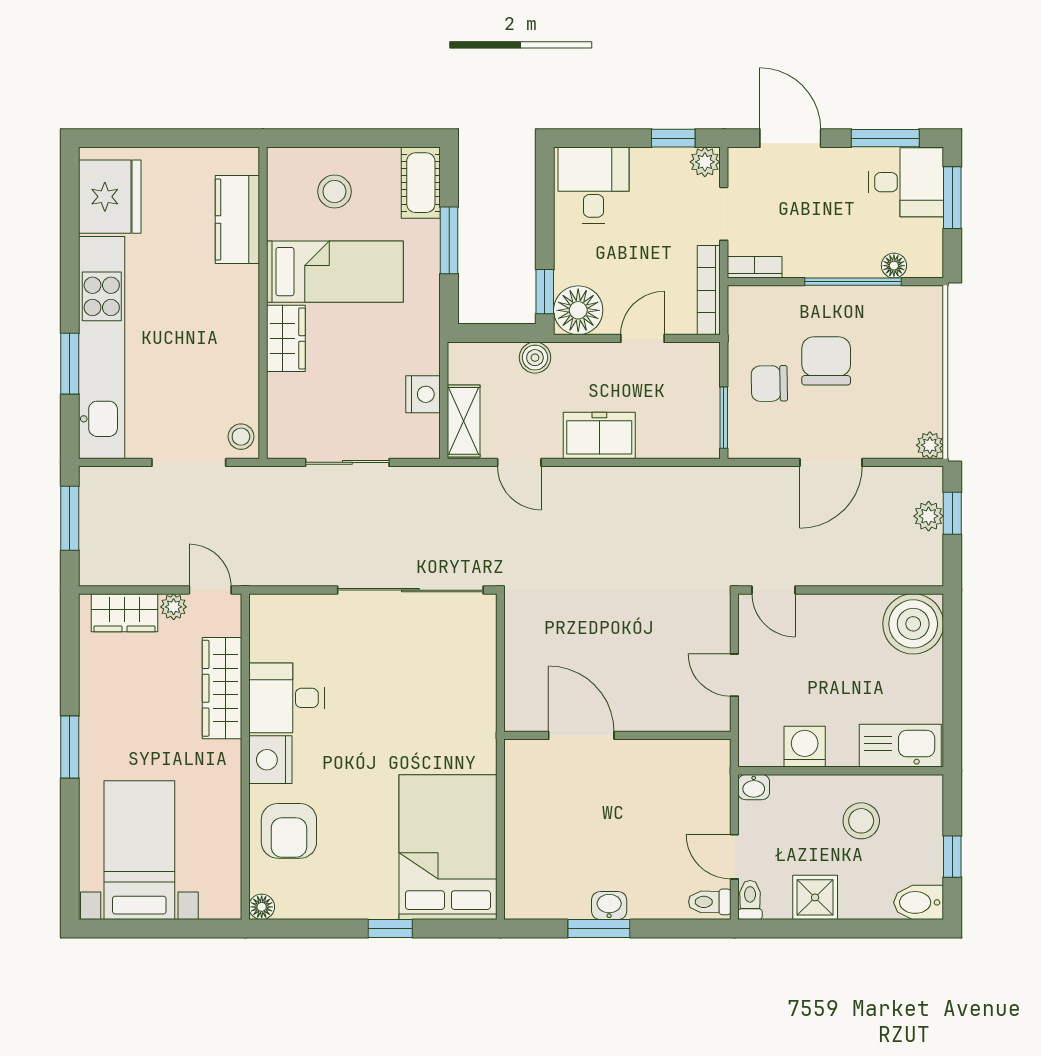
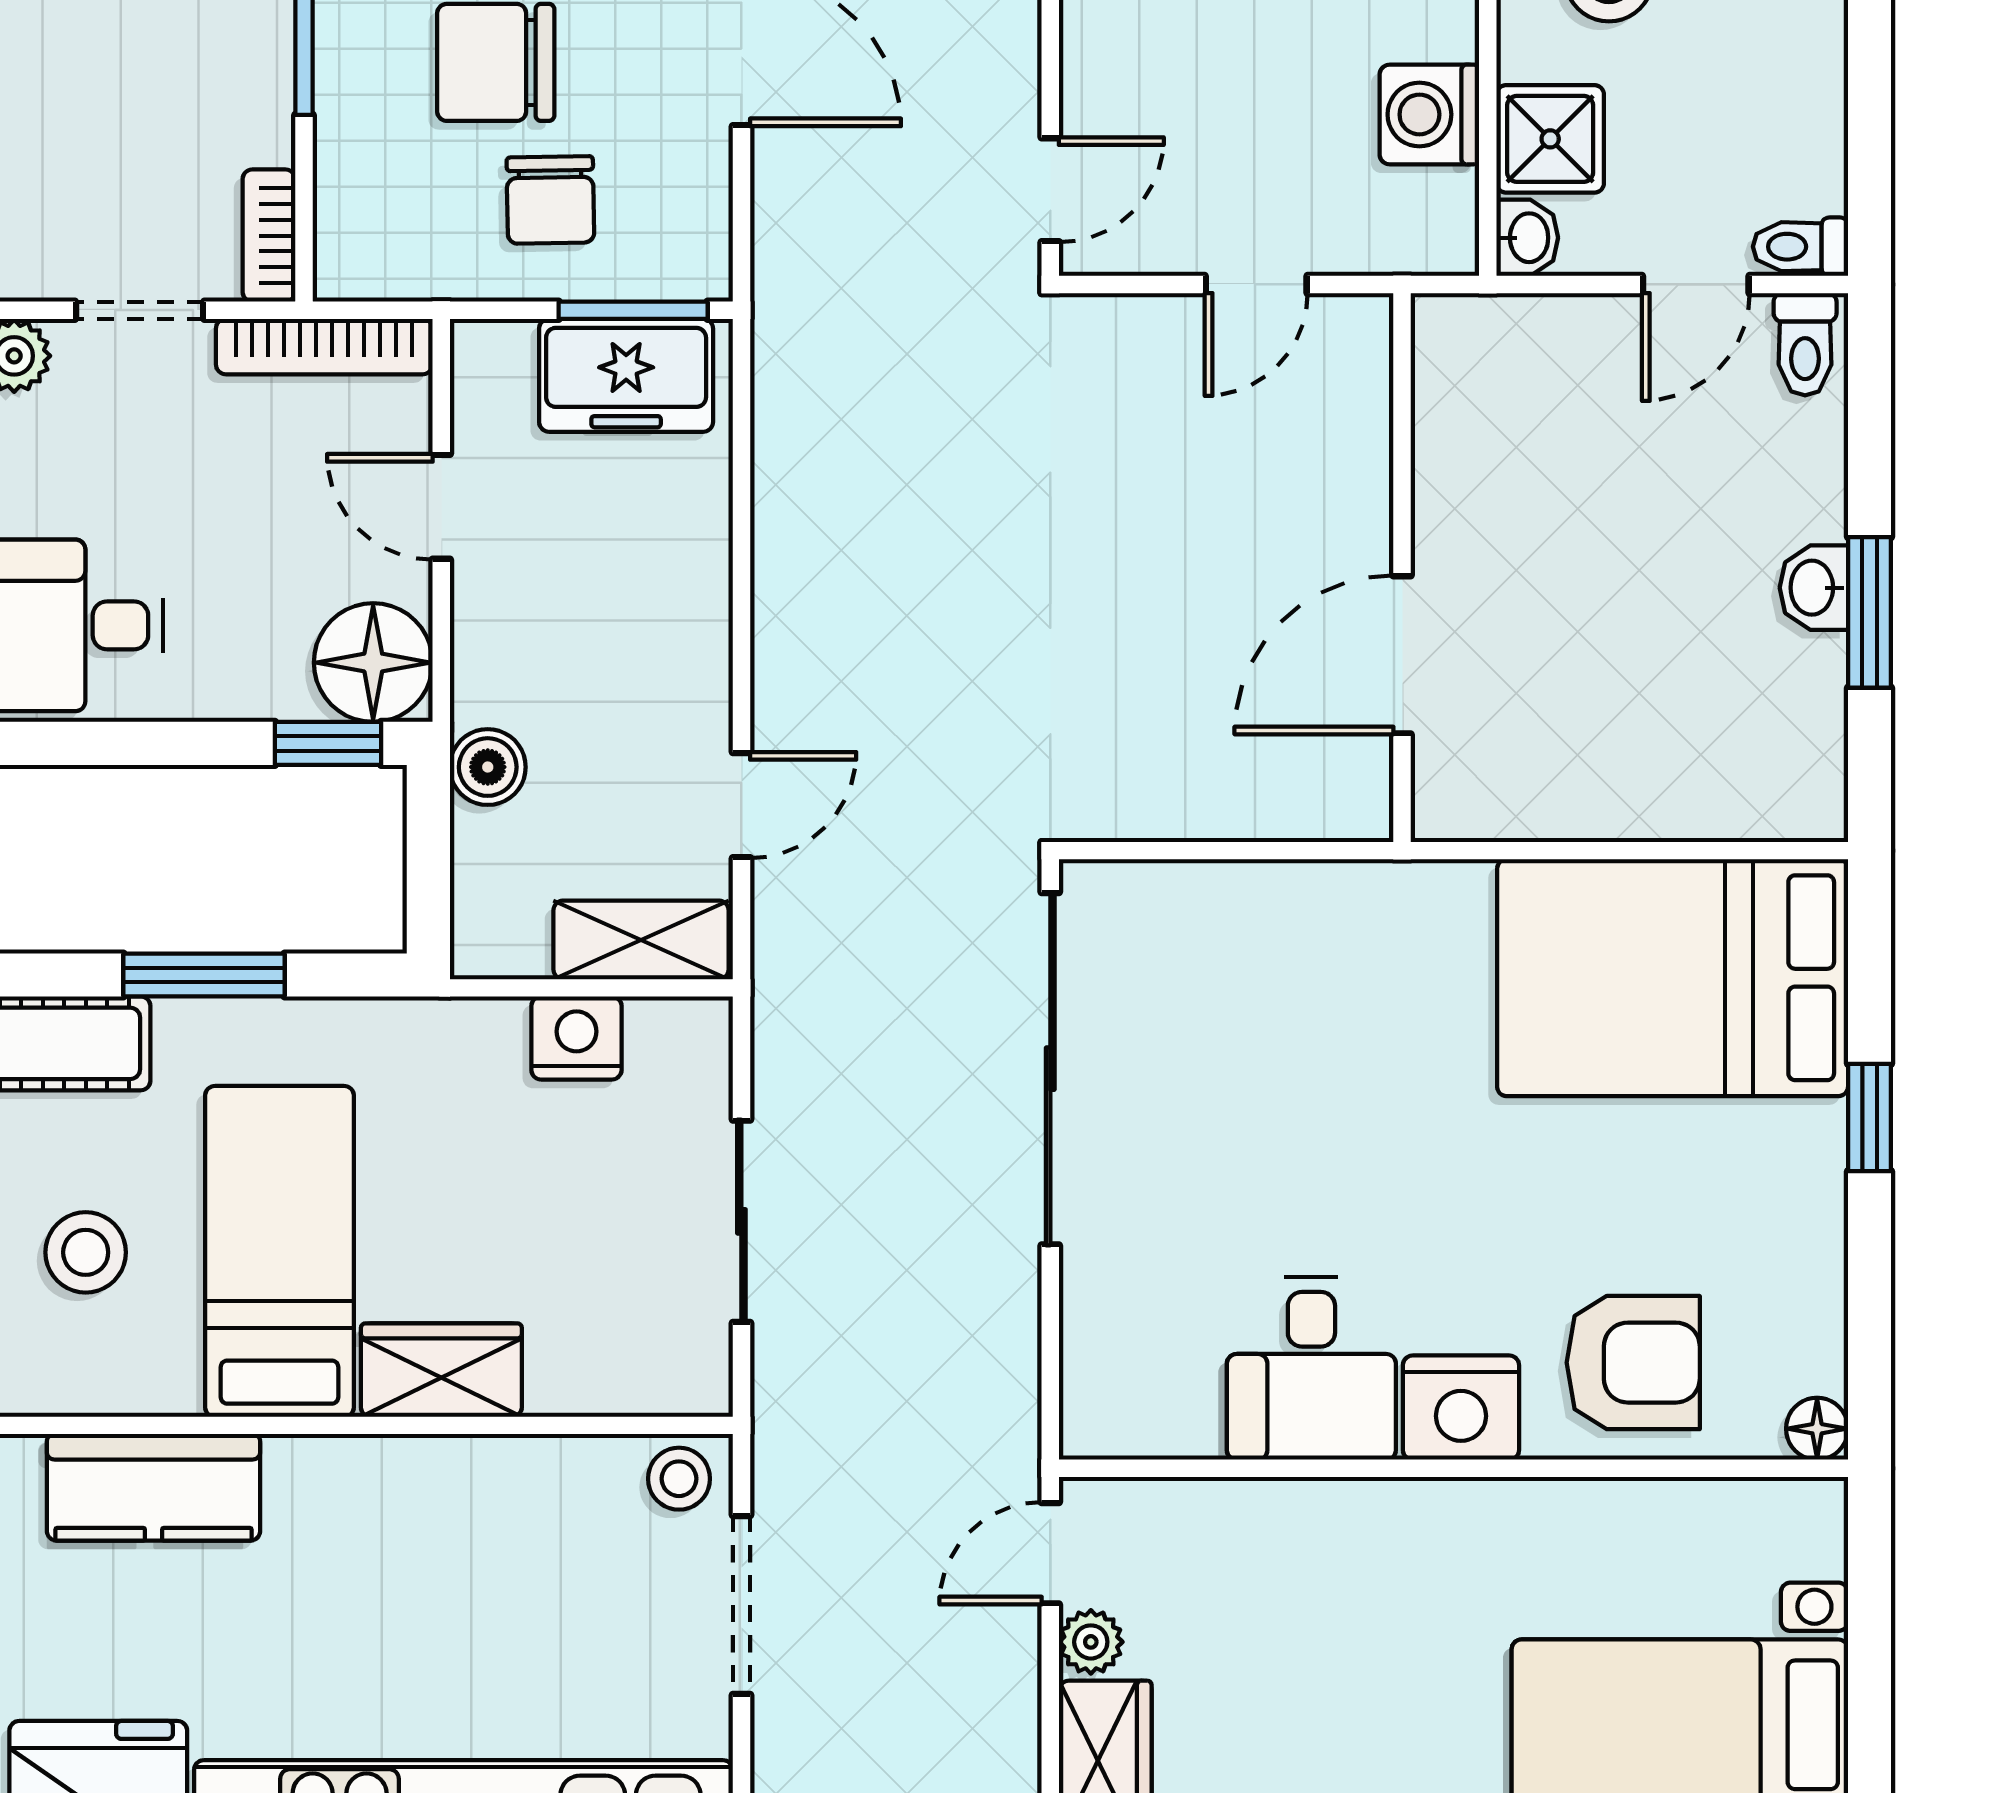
freezer: (599, 436) -> (626, 375), moved, turned -90
wardrobe: (222, 688) -> (1288, 1524), removed
shower: (815, 897) -> (1550, 139), moved

